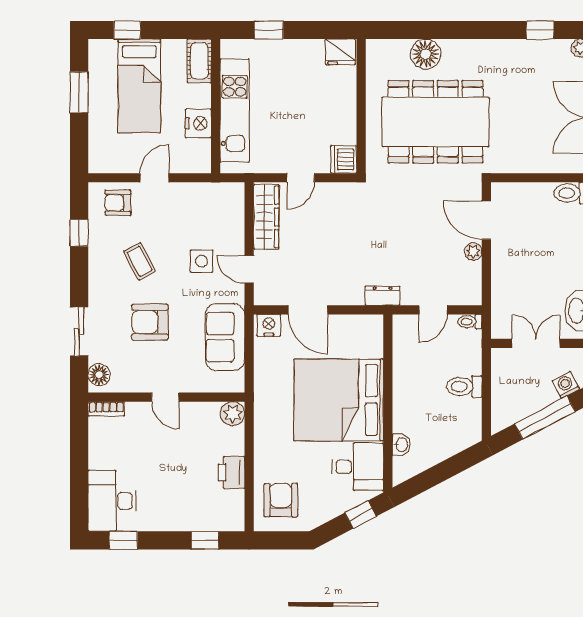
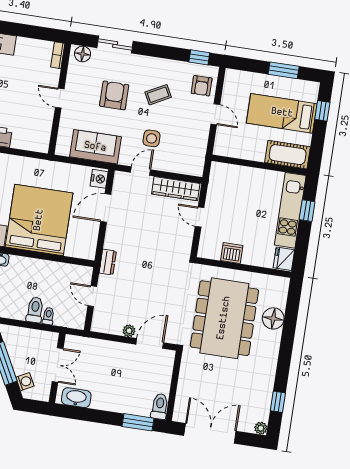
cot: (199, 61) -> (288, 155), width x1.37, depth x1.34
kitchen unit: (235, 110) -> (290, 210), moved, turned 90
nightstand: (198, 123) -> (249, 151), removed
dishwasher: (344, 159) -> (232, 253), moved
armchair: (118, 203) -> (202, 86), turned 180
window: (79, 233) -> (199, 57), moved
toilet: (470, 322) -> (48, 316), moved
door: (165, 397) -> (60, 98), hinge flipped
plant: (233, 414) -> (41, 144), removed

